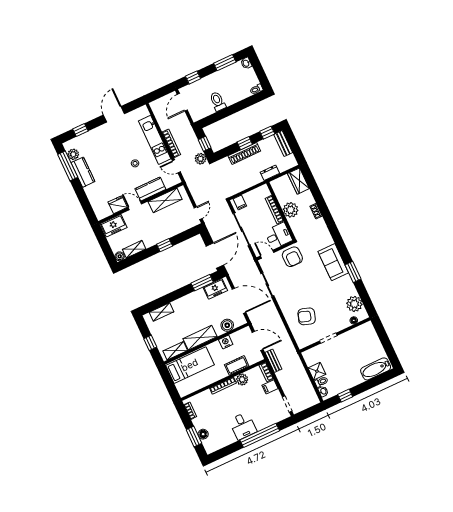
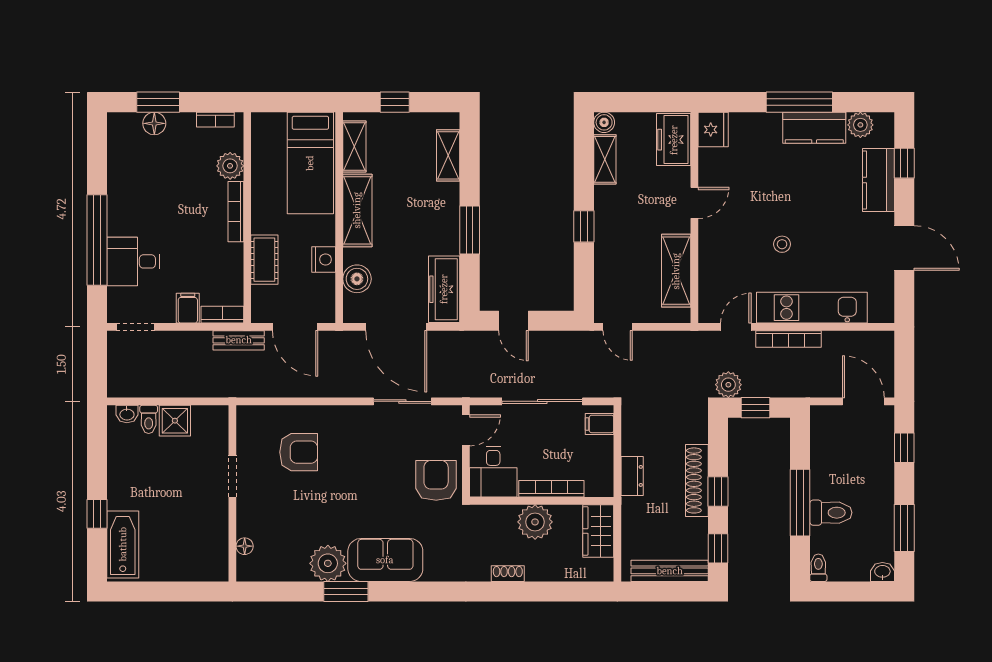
toilet: (218, 101) -> (831, 513), moved
window: (234, 109) -> (800, 503), added
bench: (283, 144) -> (670, 571), width x1.36
window: (68, 166) -> (799, 102), moved
dresser: (270, 173) -> (632, 476), moved
wardrobe: (298, 181) -> (598, 531), moved, turned -90
kitchen counter: (150, 189) -> (878, 180), moved, turned 180
fridge: (118, 205) -> (713, 130), moved
door: (215, 256) -> (513, 321), width x0.53
armchair: (292, 257) -> (436, 480), turned 90
window: (202, 283) -> (470, 230), moved
freezer: (215, 289) -> (444, 289), width x1.40
door: (239, 301) -> (396, 327), hinge flipped
plant: (354, 304) -> (328, 563), moved
armchair: (307, 316) -> (299, 452), turned 72
door: (258, 341) -> (295, 327), hinge flipped
plant: (242, 379) -> (230, 166), moved
window: (345, 396) -> (97, 514), moved
desk: (243, 426) -> (133, 261), moved

